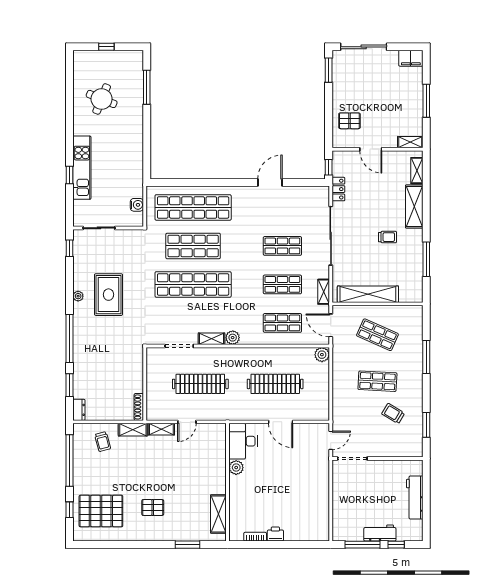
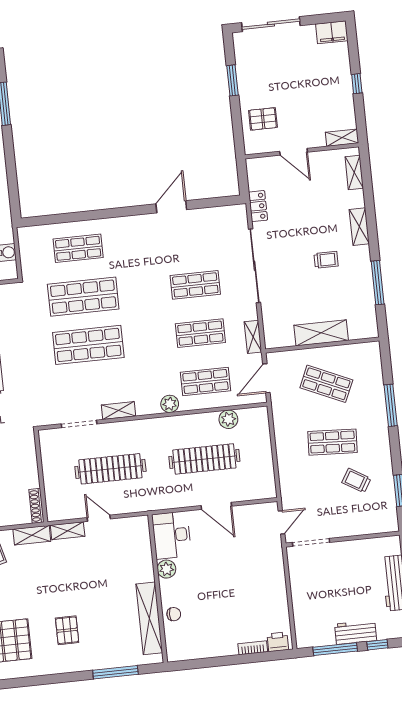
window: (329, 70) -> (232, 80), moved
window: (426, 101) -> (357, 84), width x0.46
window: (329, 167) -> (243, 180), removed
shelving: (414, 206) -> (359, 227), width x0.67, depth x0.75
shop shelf: (193, 207) -> (78, 248), width x0.50, depth x0.74
shop shelf: (193, 284) -> (88, 345), width x0.71
shelving: (368, 294) -> (321, 333), width x0.68
door: (331, 325) -> (266, 378), hinge flipped
plant: (233, 338) -> (170, 404), moved
plant: (322, 355) -> (228, 419), moved
door: (187, 422) -> (99, 518), swing flipped
chair: (238, 504) -> (174, 614), added
pallet: (153, 507) -> (67, 630), turned 90
shelving: (218, 514) -> (149, 618), width x1.47
printer: (275, 534) -> (278, 642), moved
bookcase: (255, 537) -> (253, 648), moved
window: (187, 545) -> (115, 672), width x1.44

